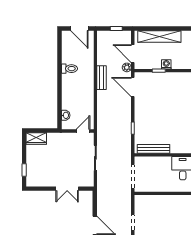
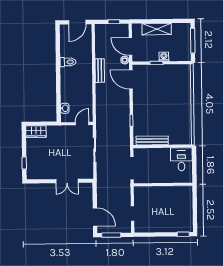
door: (79, 29) -> (77, 22), hinge flipped
shelving: (159, 36) -> (157, 29), width x0.68

